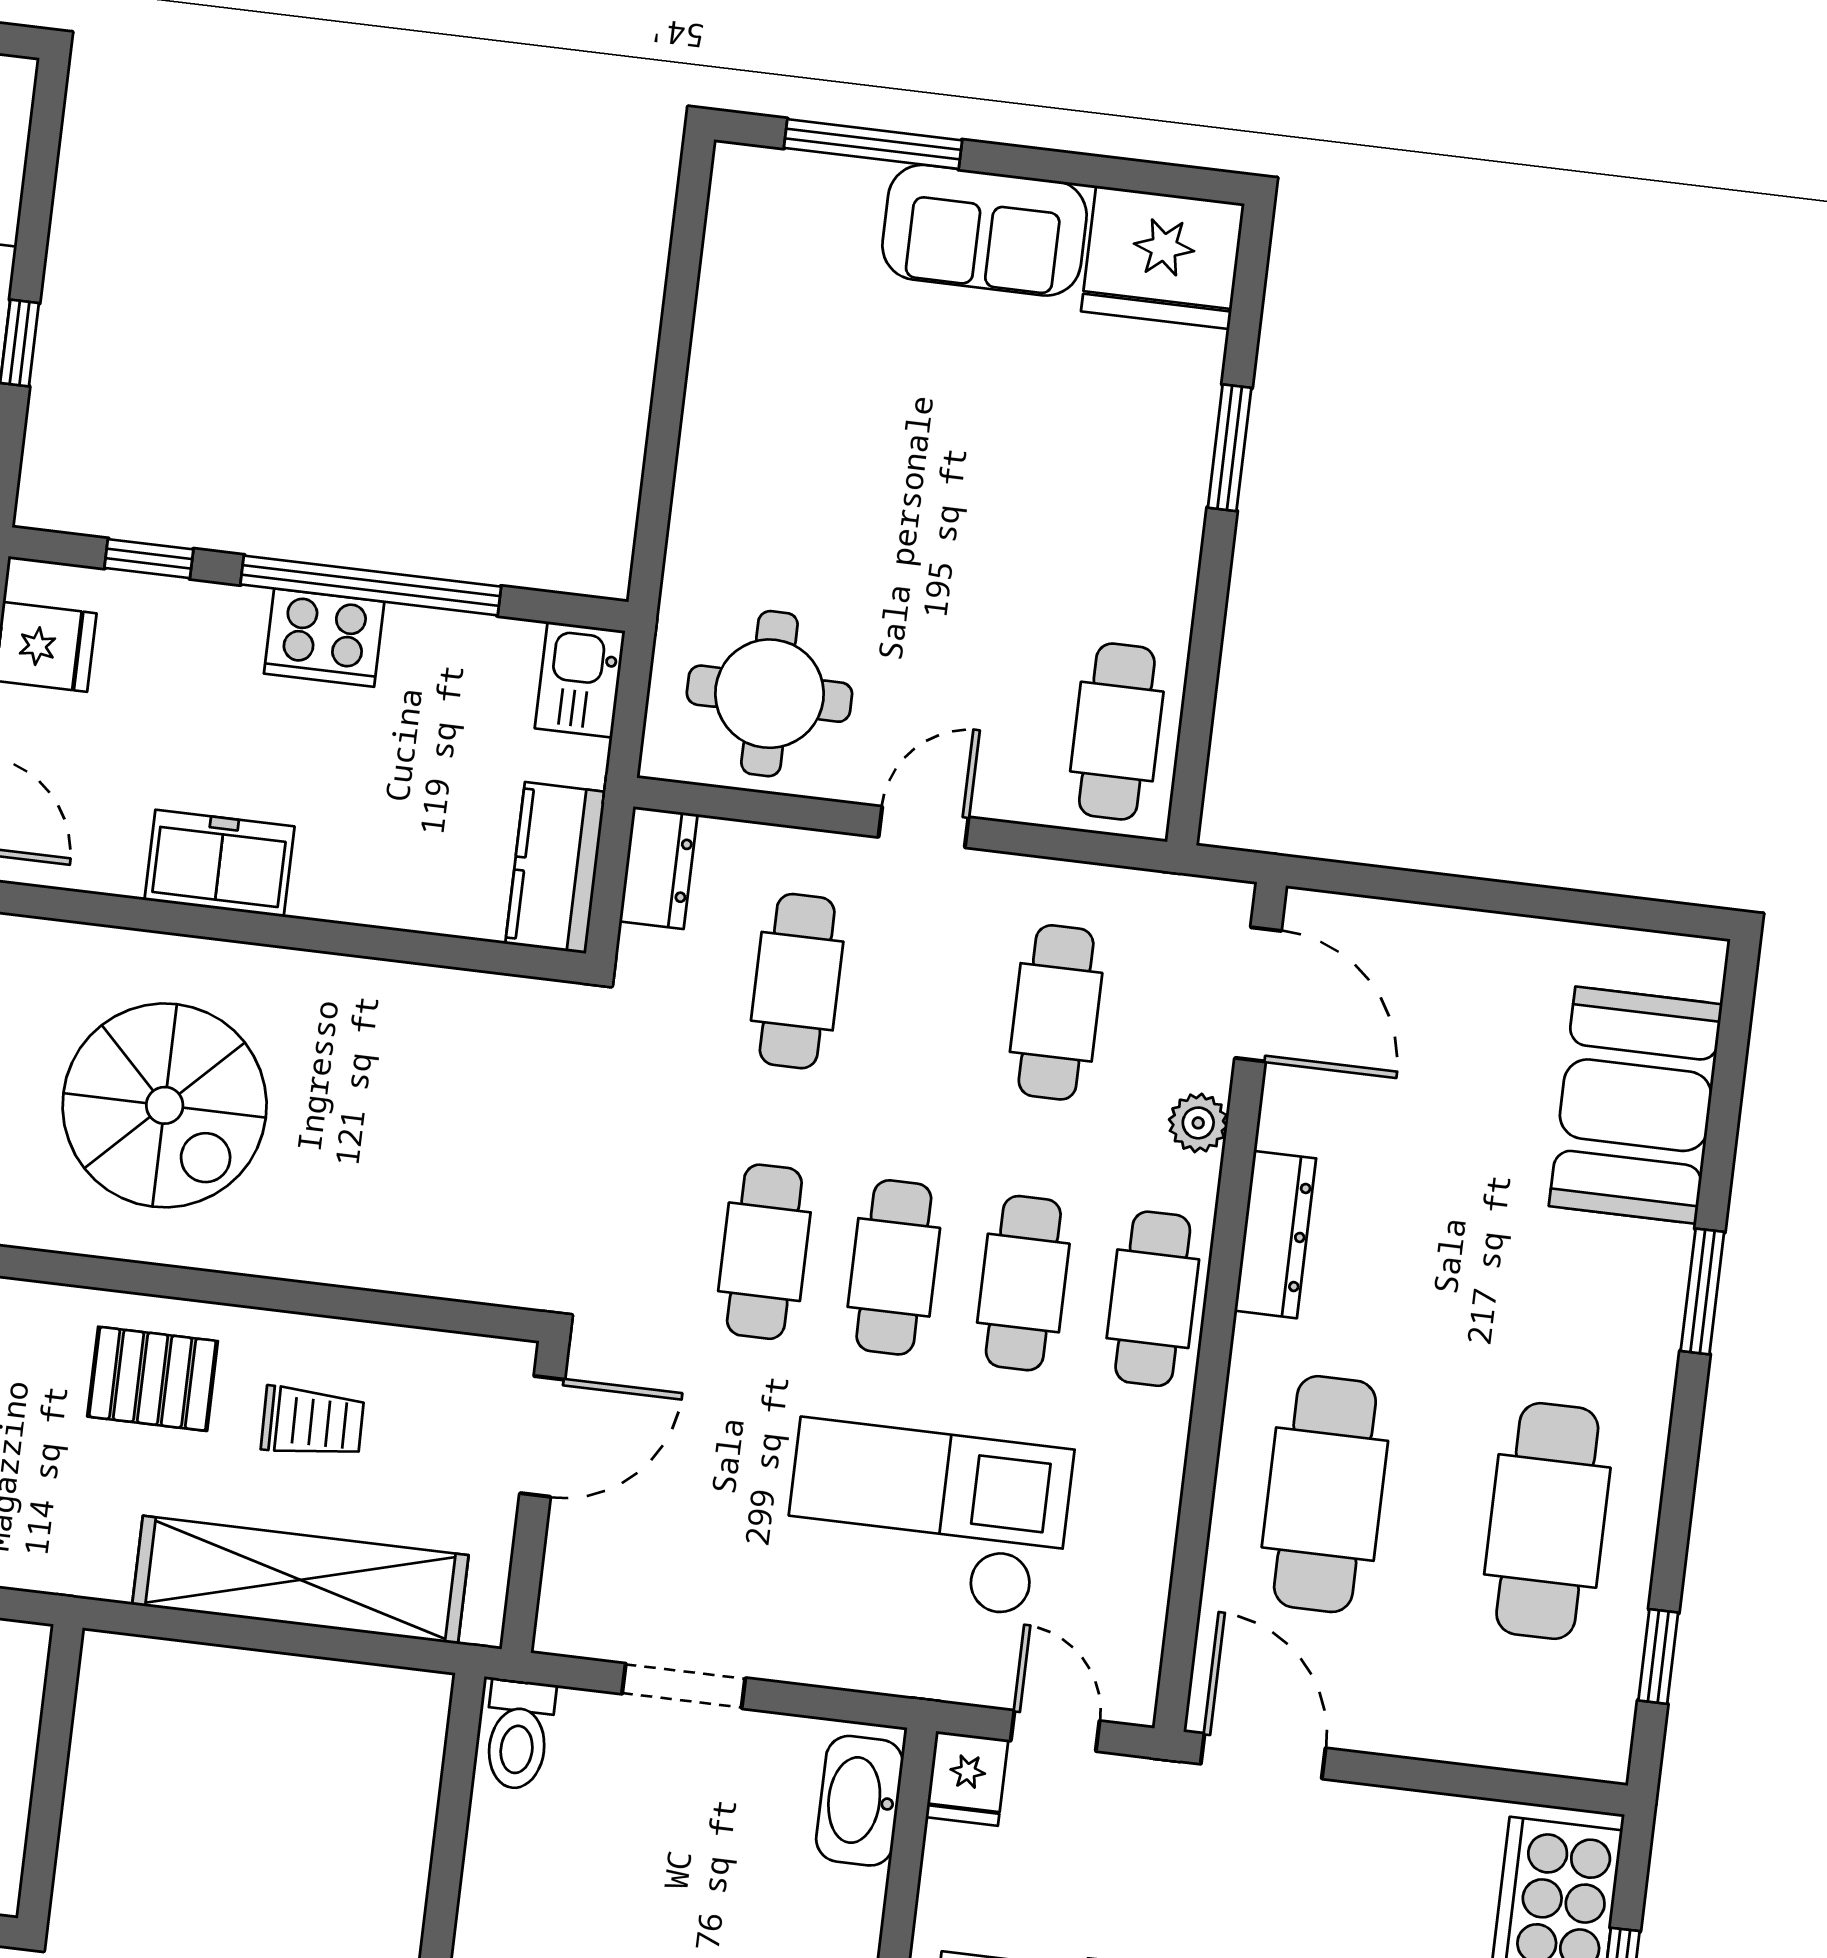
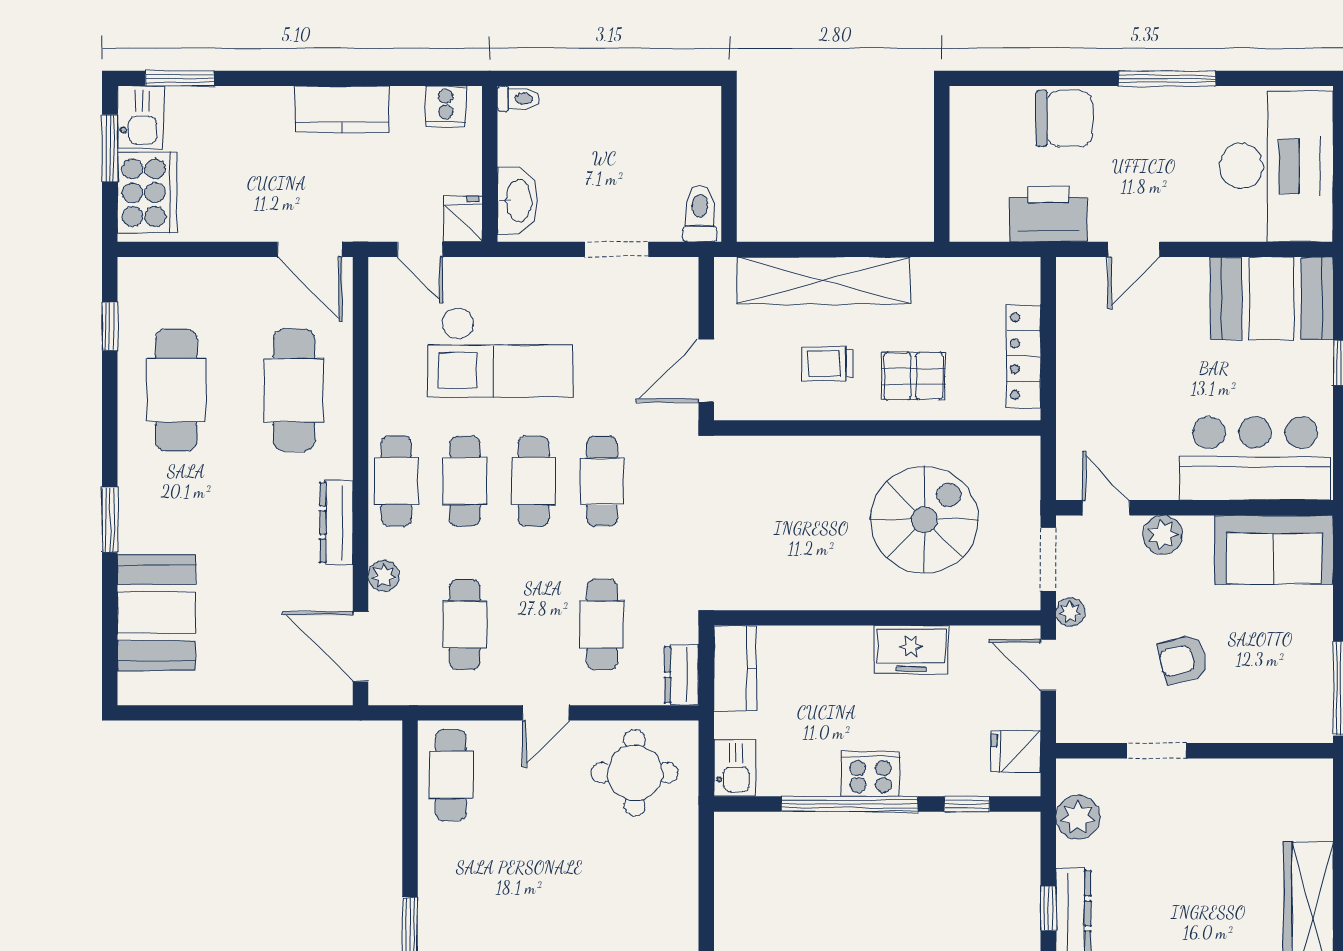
spiral stairs: (165, 1105) -> (924, 520), turned 90

